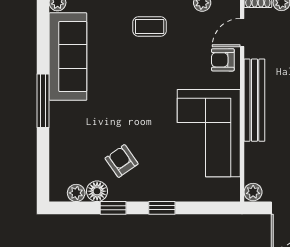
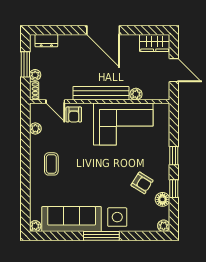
side table: (71, 124) -> (117, 217), added
armchair: (122, 161) -> (142, 183), turned -113
plant: (253, 192) -> (136, 94), moved
plant: (76, 193) -> (164, 226), moved

